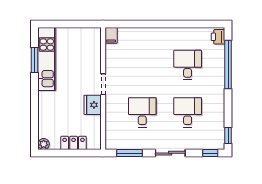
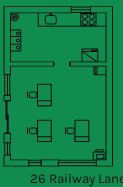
kitchen unit: (47, 59) -> (73, 19), width x1.36
fridge: (93, 105) -> (90, 56), moved
window: (228, 135) -> (35, 163), moved
sliding door: (170, 153) -> (7, 117), width x1.37

